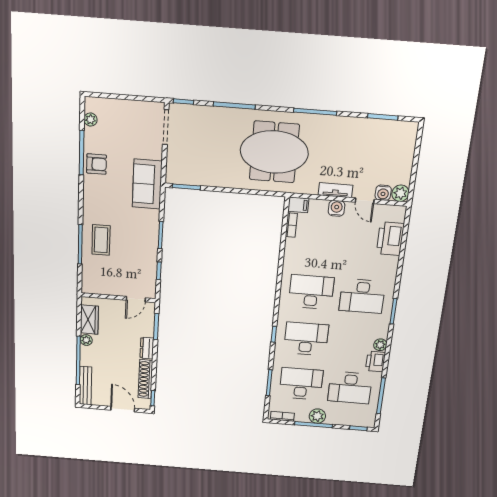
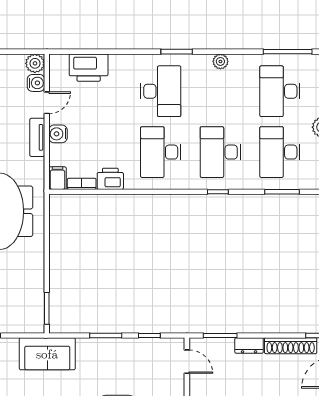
printer: (375, 361) -> (110, 179), moved, turned 180
desk: (350, 388) -> (280, 91), turned 180

